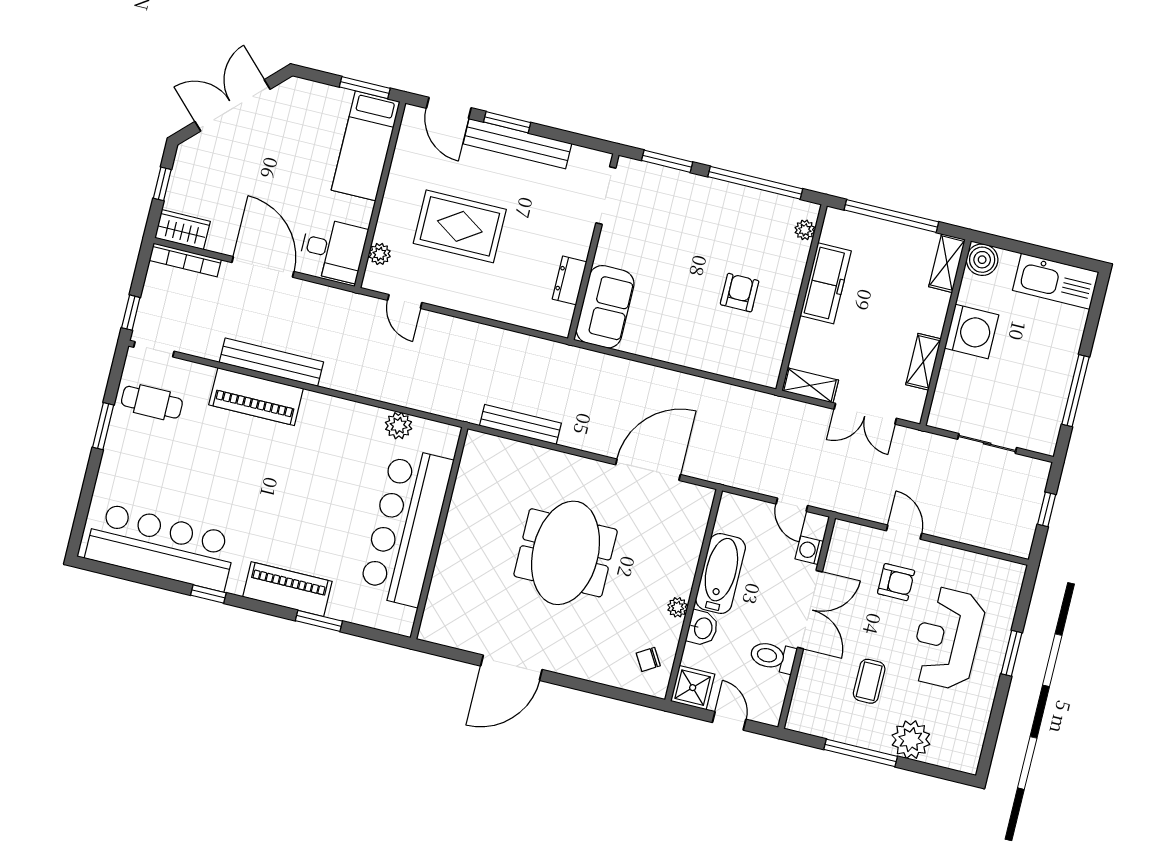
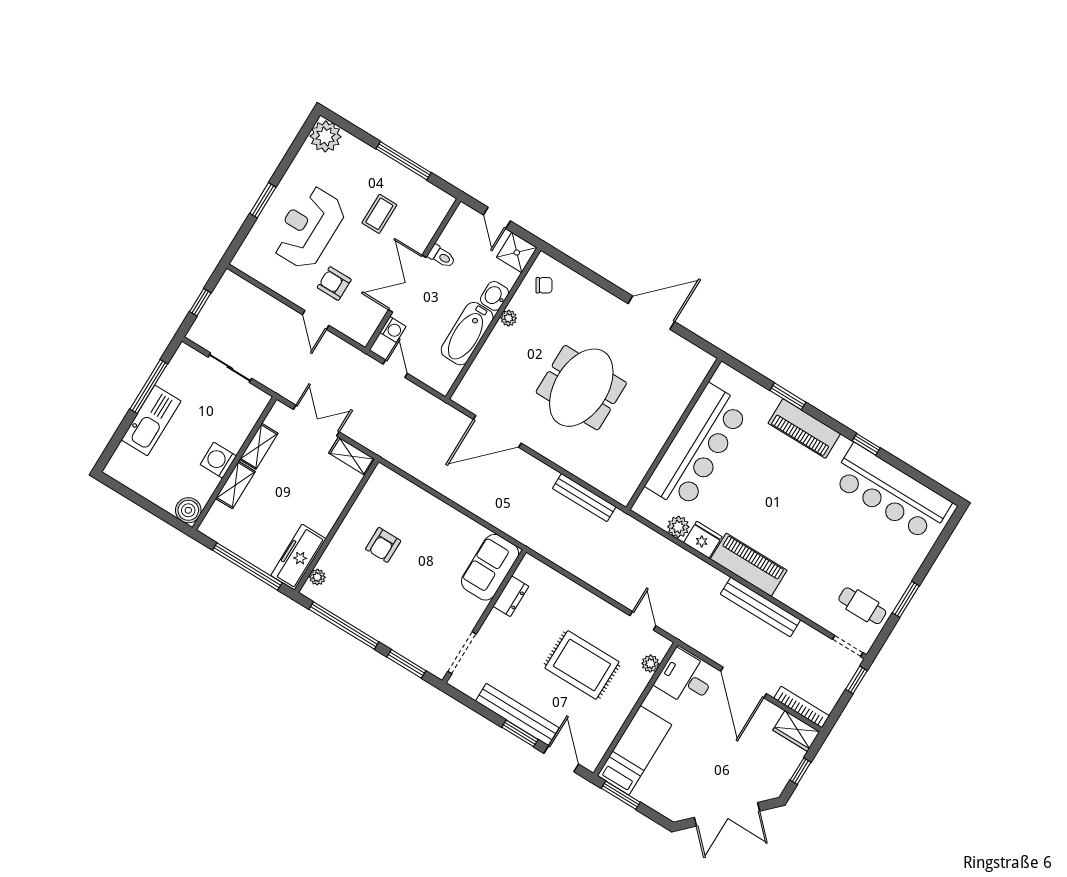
shelving: (947, 263) -> (235, 485), moved
kitchen sink: (1056, 281) -> (151, 420), moved, turned 90
freezer: (826, 283) -> (298, 557), moved
washing machine: (972, 332) -> (218, 460), width x0.73, depth x0.73
piano: (256, 397) -> (749, 565), moved
fridge: (365, 420) -> (703, 540), added
reception desk: (947, 638) -> (308, 228), turned 180
toilet: (773, 657) -> (442, 256), width x0.73, depth x0.72
plant: (911, 740) -> (325, 136), moved

